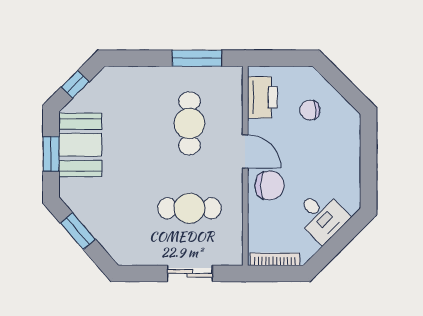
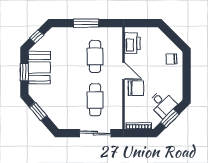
window: (197, 58) -> (86, 23), moved
chair: (310, 110) -> (171, 59), moved
cafe table: (189, 208) -> (95, 100), turned 90
window: (336, 244) -> (170, 118), added
sliding door: (190, 273) -> (95, 133), width x1.37

